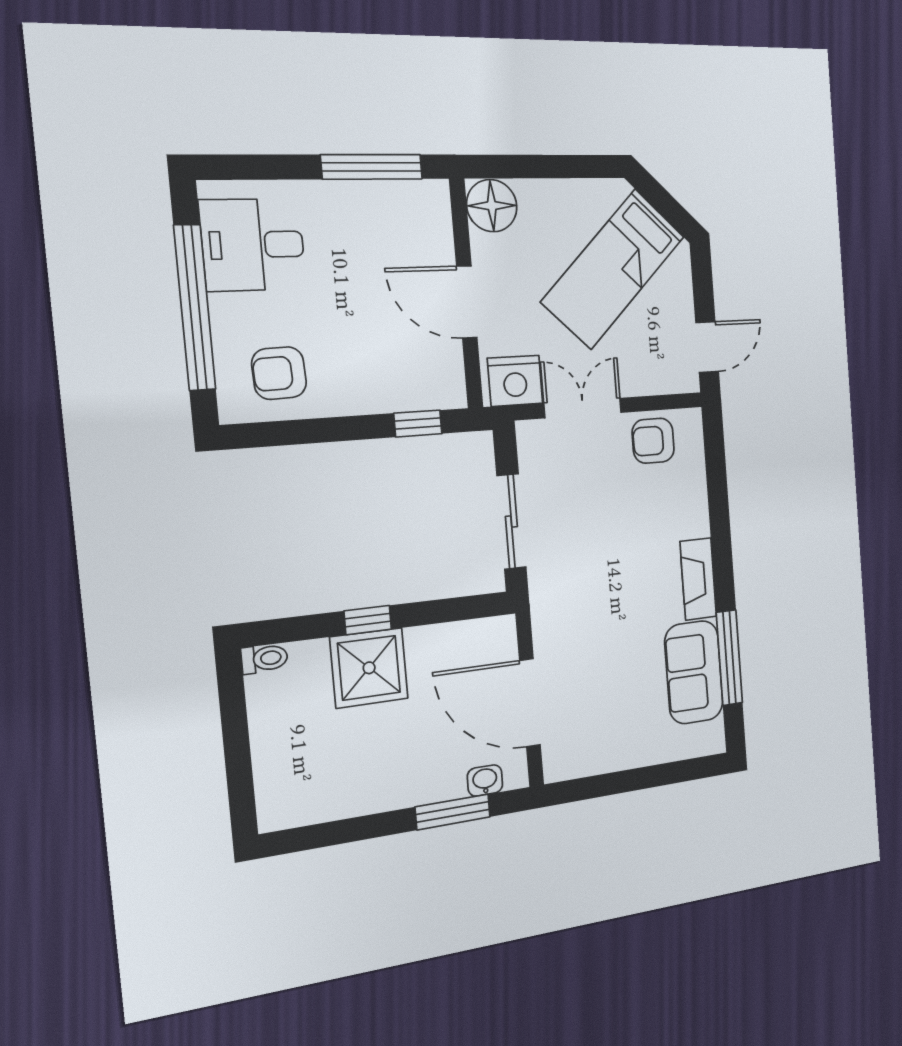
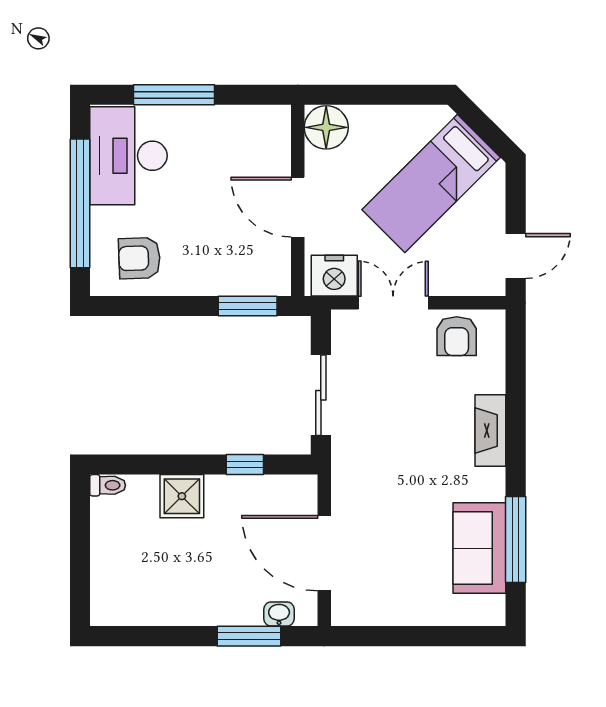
window: (372, 167) -> (174, 95), moved
desk: (253, 245) -> (128, 156), width x1.37
window: (418, 423) -> (248, 306), width x1.50
armchair: (653, 441) -> (457, 336), turned -90
fireplace: (698, 579) -> (490, 431), moved
window: (368, 620) -> (245, 464), moved
shower: (369, 668) -> (182, 496), width x0.73, depth x0.73

